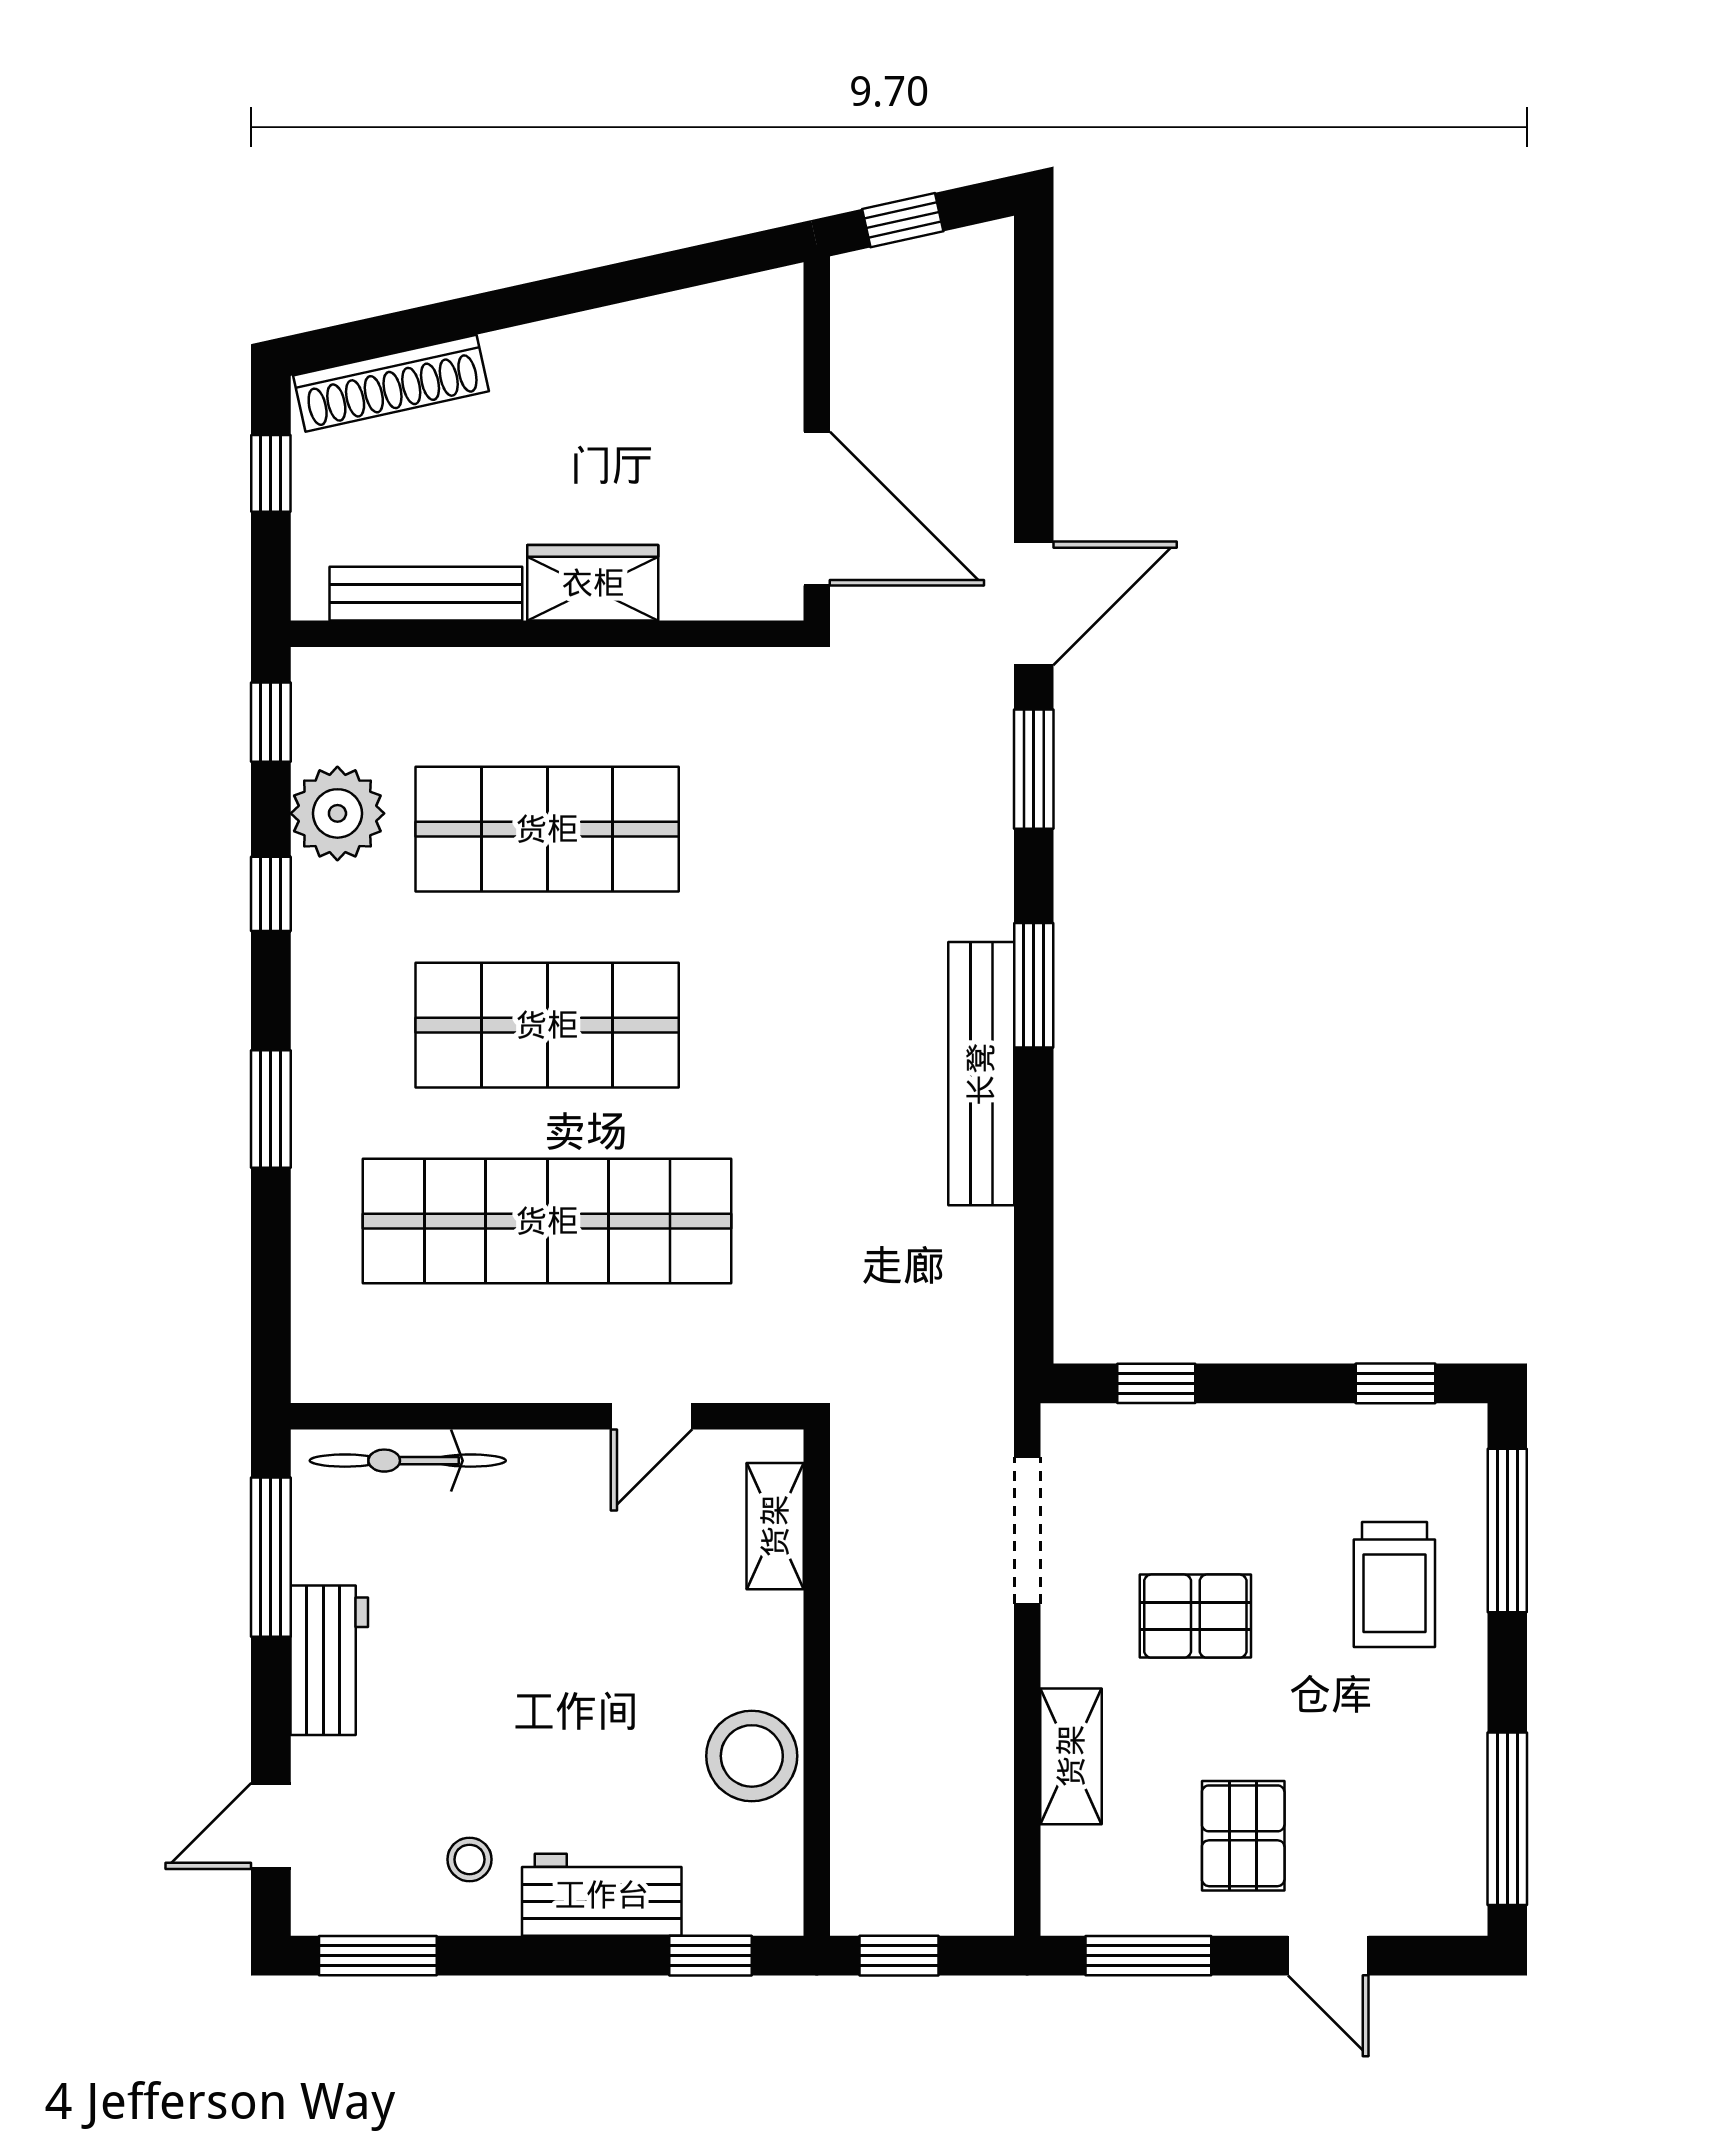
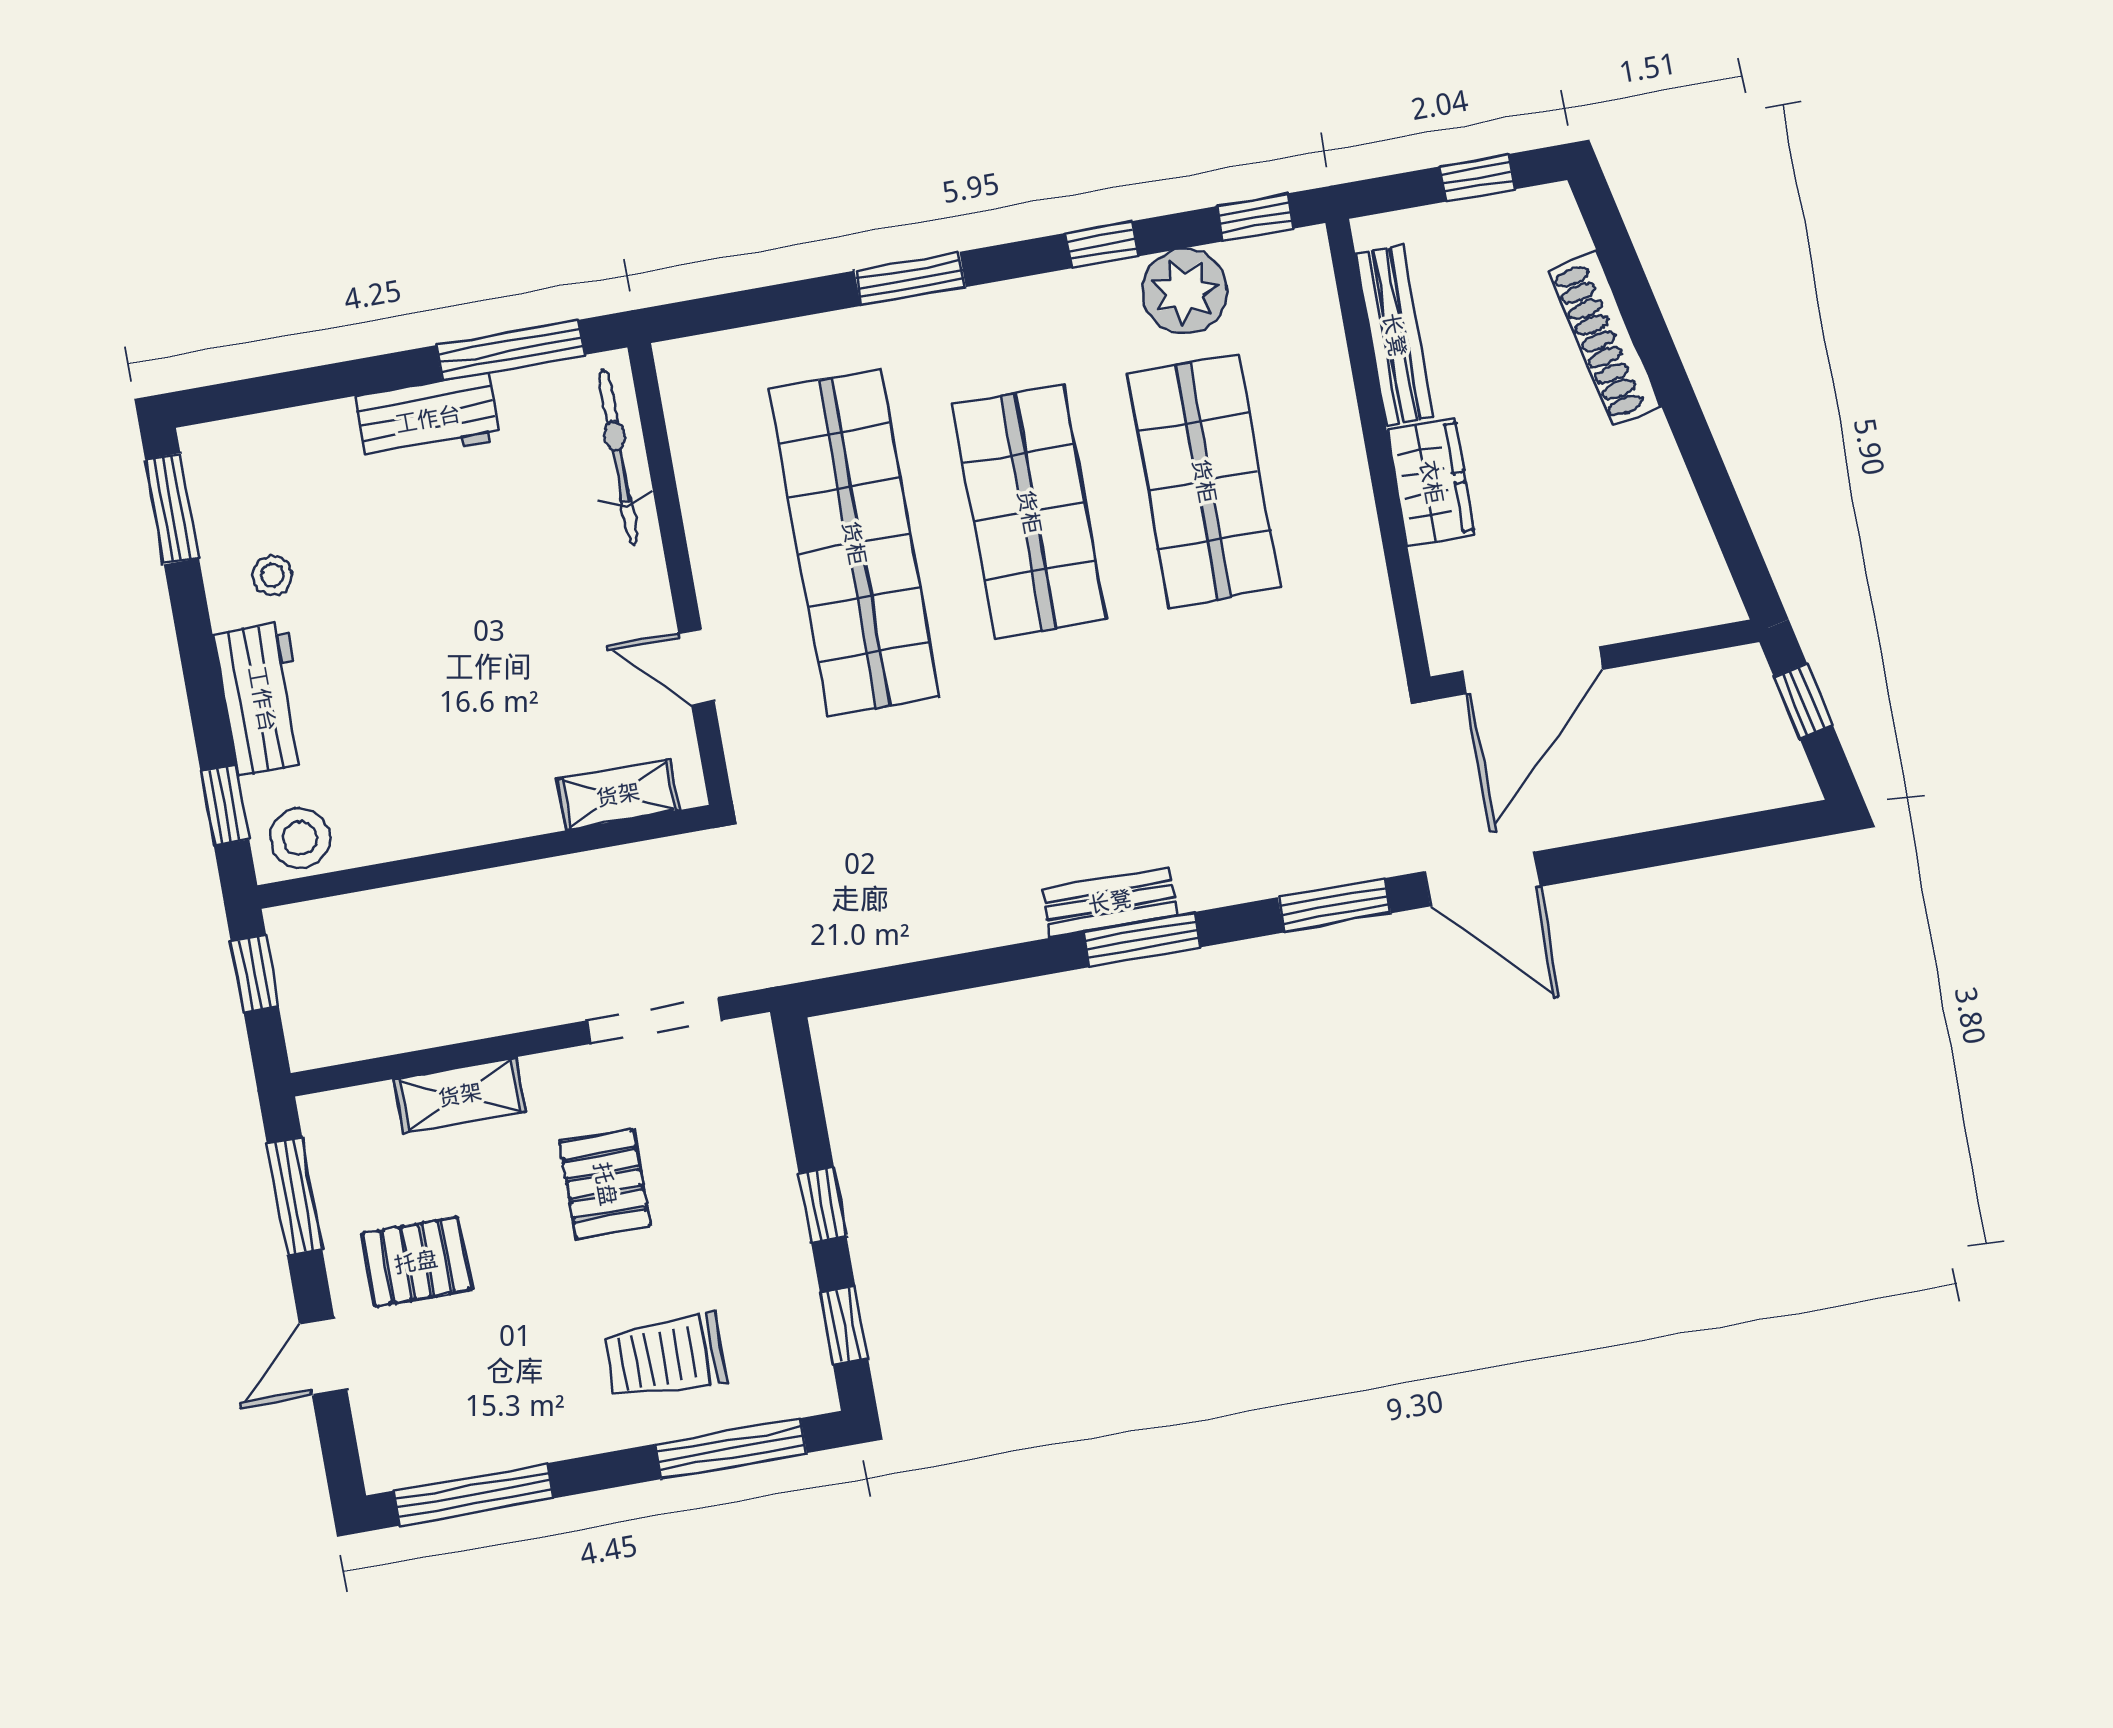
shoe rack: (391, 383) -> (1605, 339), moved
bench: (981, 1074) -> (1110, 902), width x0.54, depth x0.82
window: (1156, 1383) -> (822, 1205), moved
stool: (752, 1756) -> (300, 838), moved, width x0.73, depth x0.73
door: (271, 1826) -> (271, 393), removed

